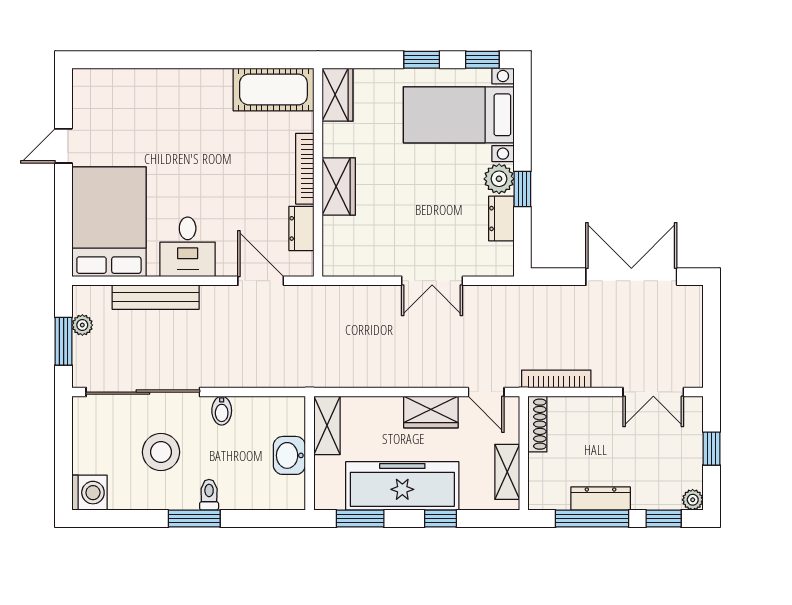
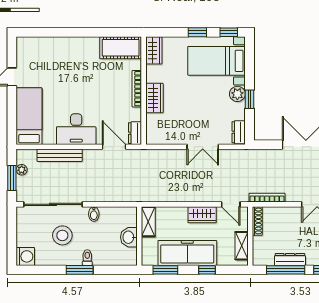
dresser: (501, 218) -> (239, 132), moved
bed: (109, 222) -> (29, 116), width x0.67
dresser: (301, 228) -> (135, 133), moved
desk: (188, 247) -> (76, 129), width x1.37

